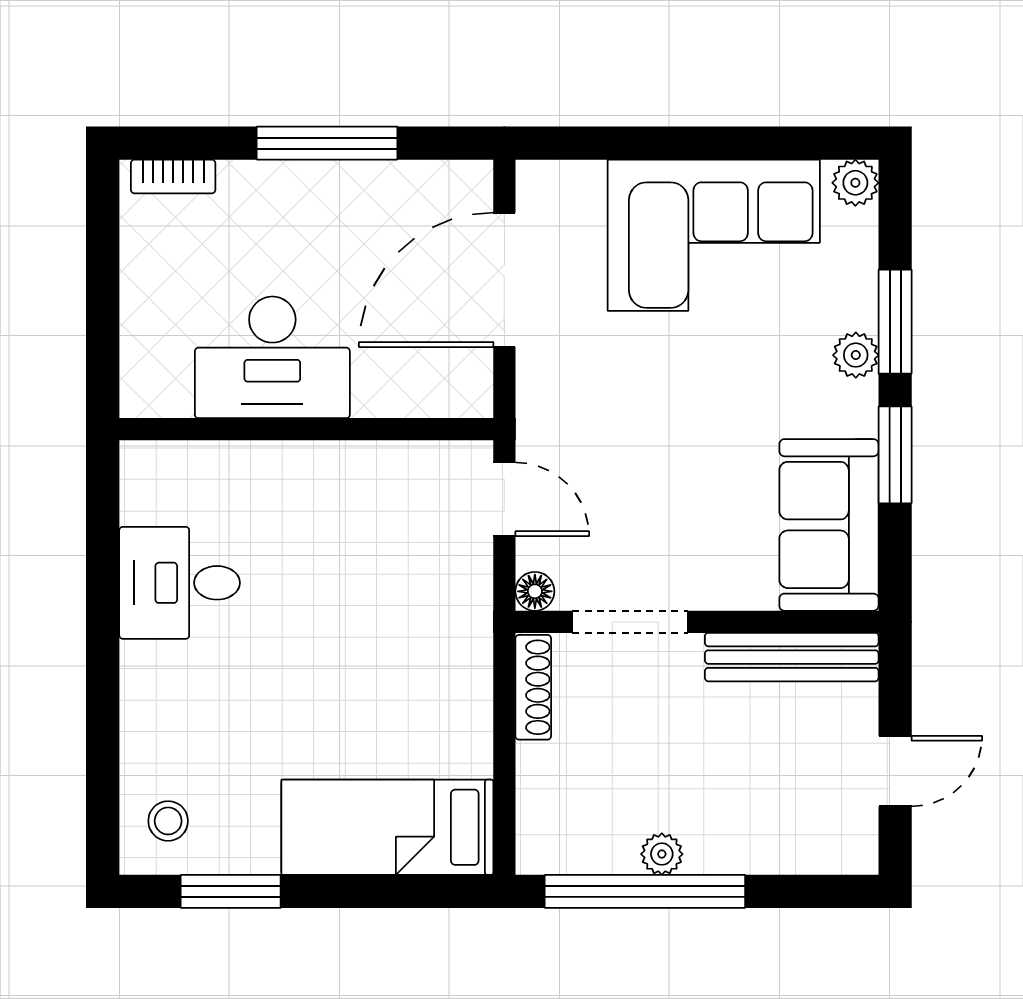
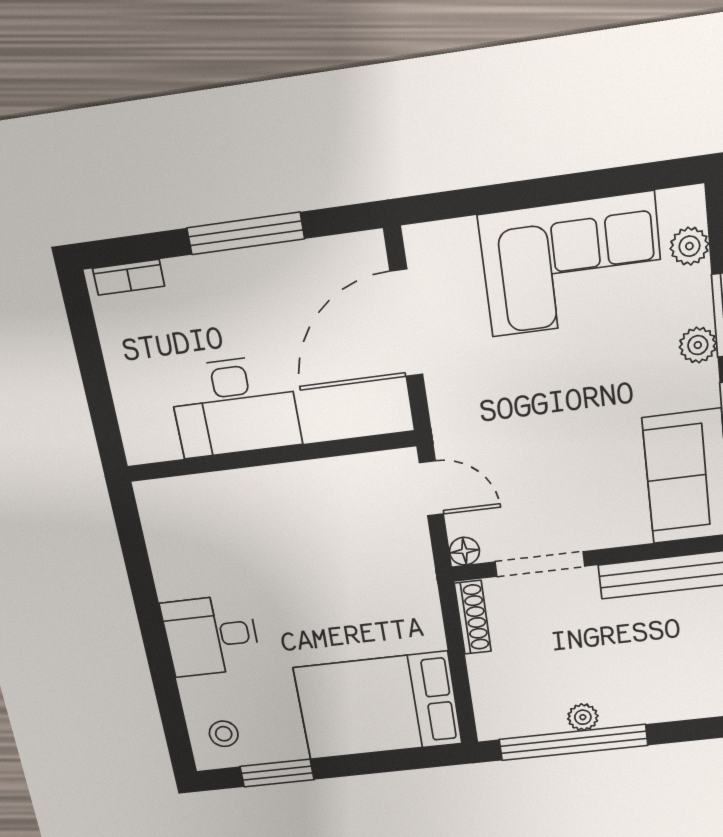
plant: (855, 183) -> (689, 246), moved
desk: (180, 583) -> (211, 636), moved
bed: (387, 827) -> (378, 706), width x1.50

